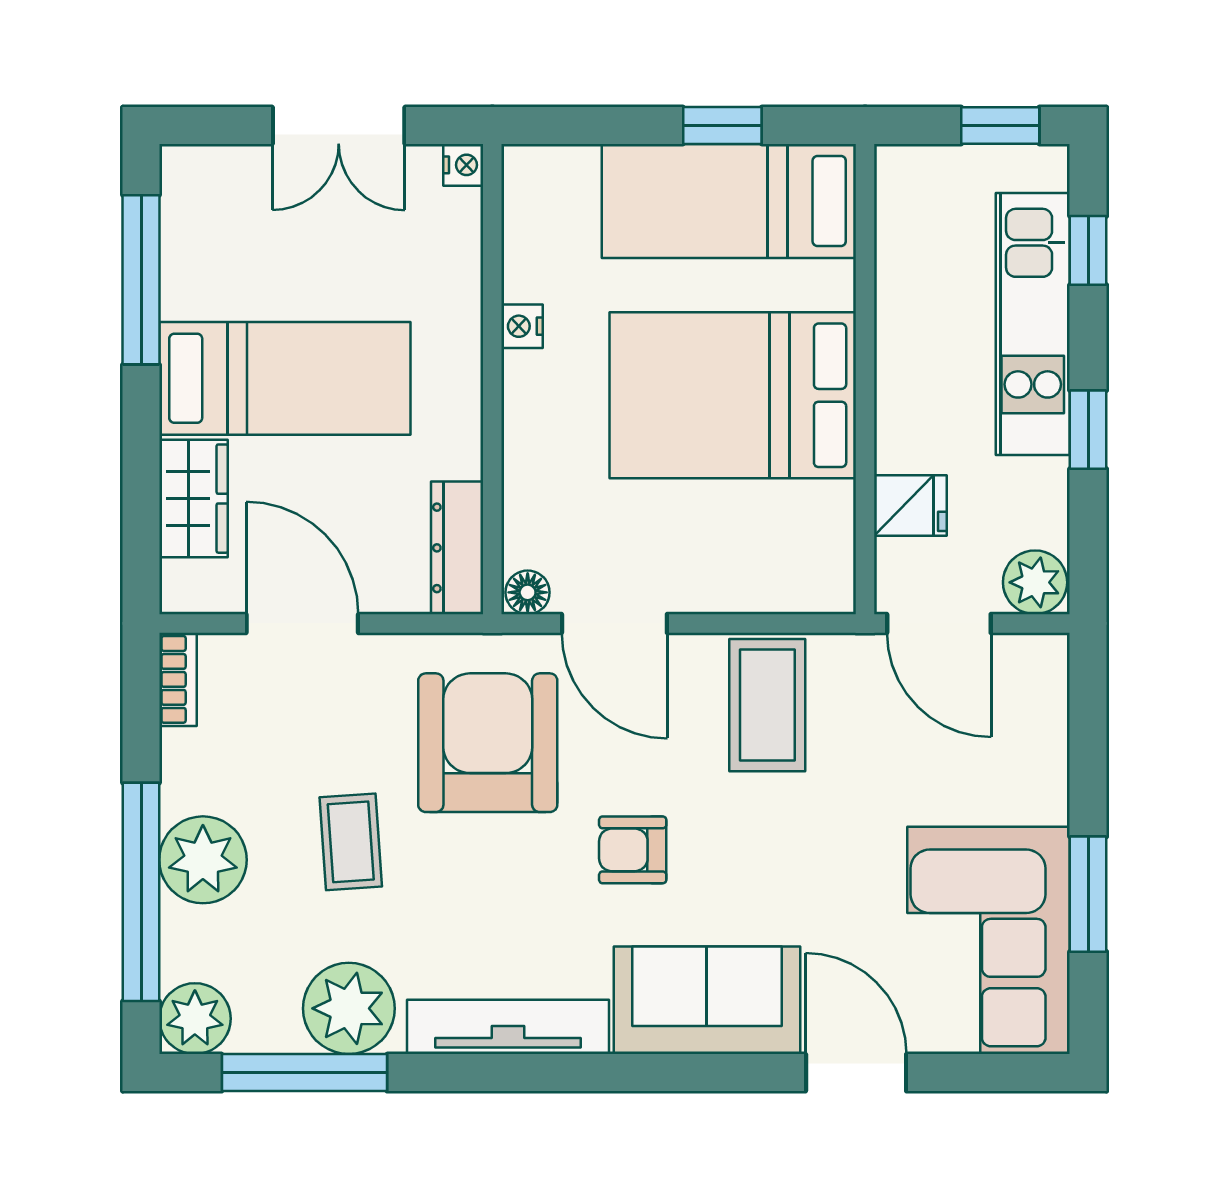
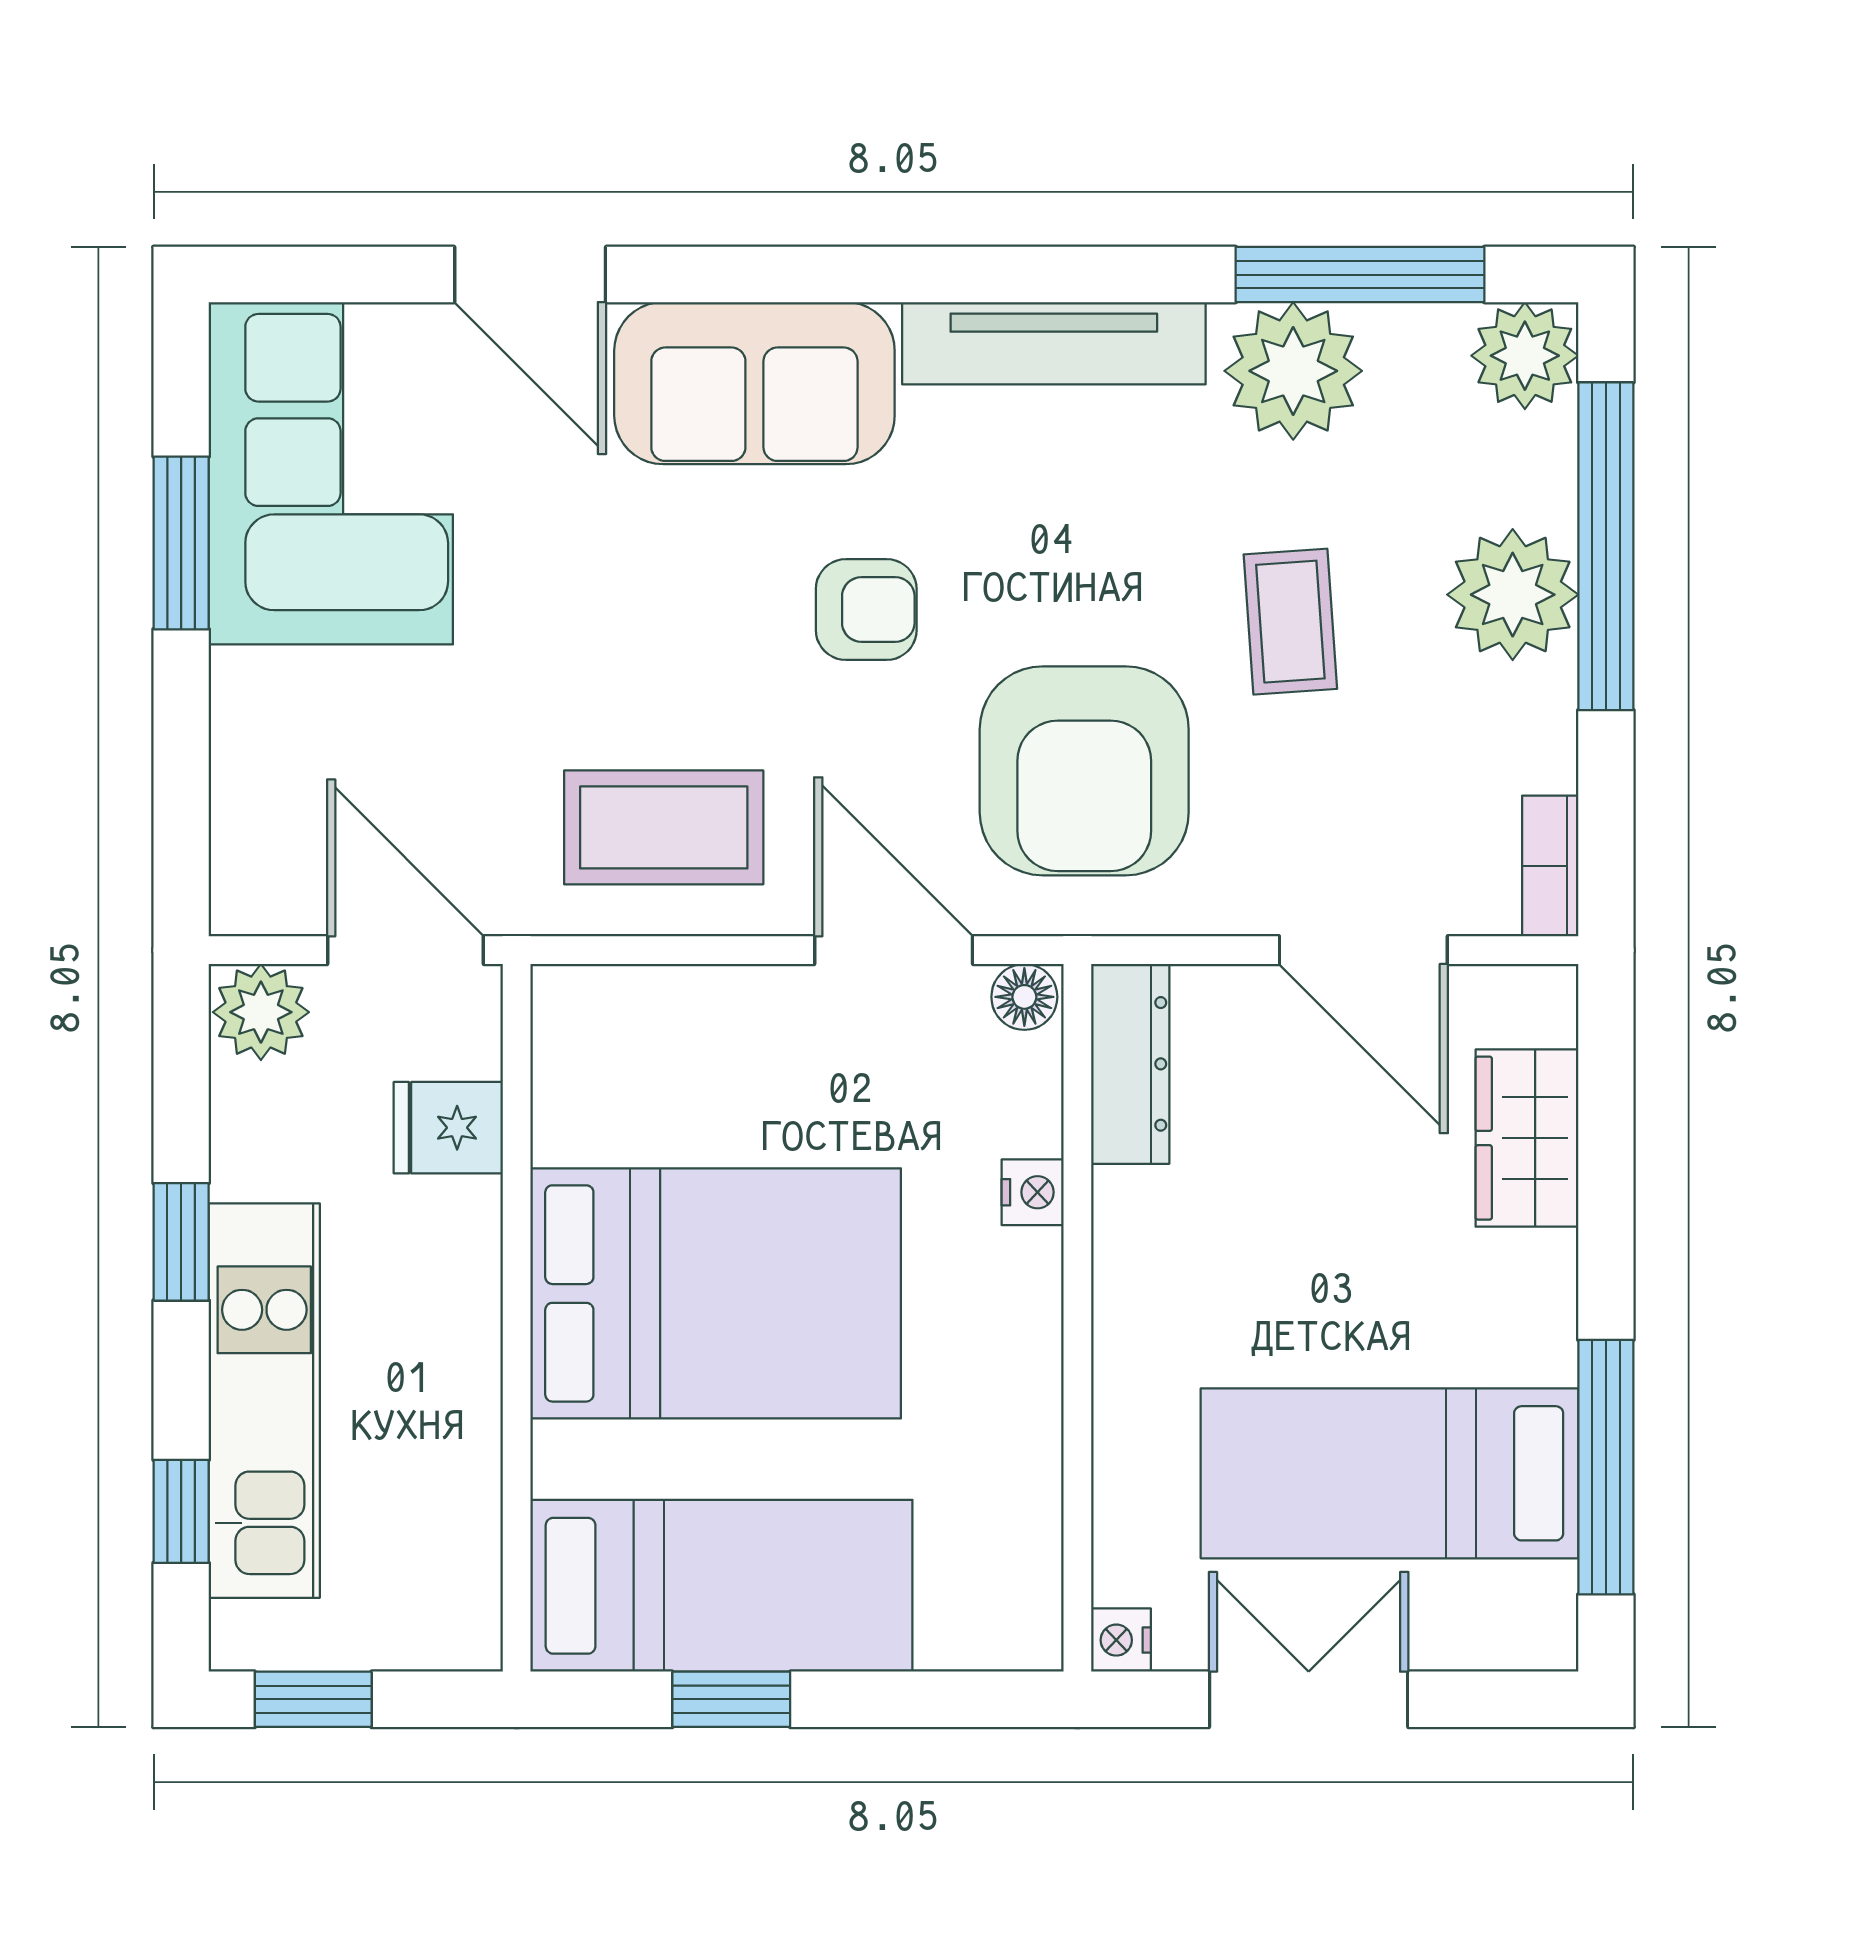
nightstand: (522, 326) -> (1033, 1192), moved
bed: (285, 378) -> (1390, 1473), moved
coffee table: (767, 705) -> (664, 827), turned 90

